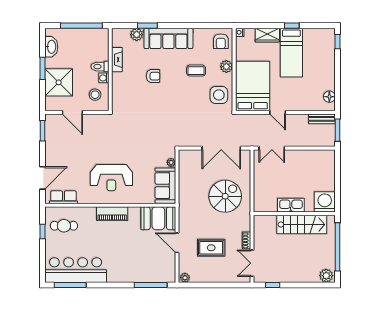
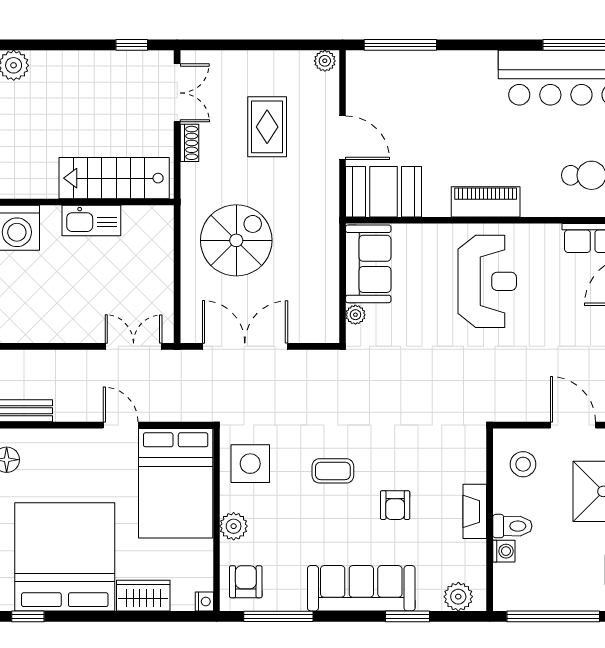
window: (206, 26) -> (278, 616), added
window: (292, 26) -> (28, 616), moved
plant: (137, 35) -> (458, 597), moved
bed: (291, 53) -> (65, 557), width x2.04
fireplace: (117, 60) -> (475, 511), moved
coffee table: (196, 71) -> (333, 471), moved
armchair: (153, 76) -> (395, 505), turned -90
washing machine: (104, 78) -> (504, 551), moved
reception desk: (111, 178) -> (487, 281), turned 90
spiral stairs: (225, 196) -> (236, 240), turned 180
stairs: (302, 224) -> (114, 178), moved
rug: (211, 248) -> (267, 127), turned 90

